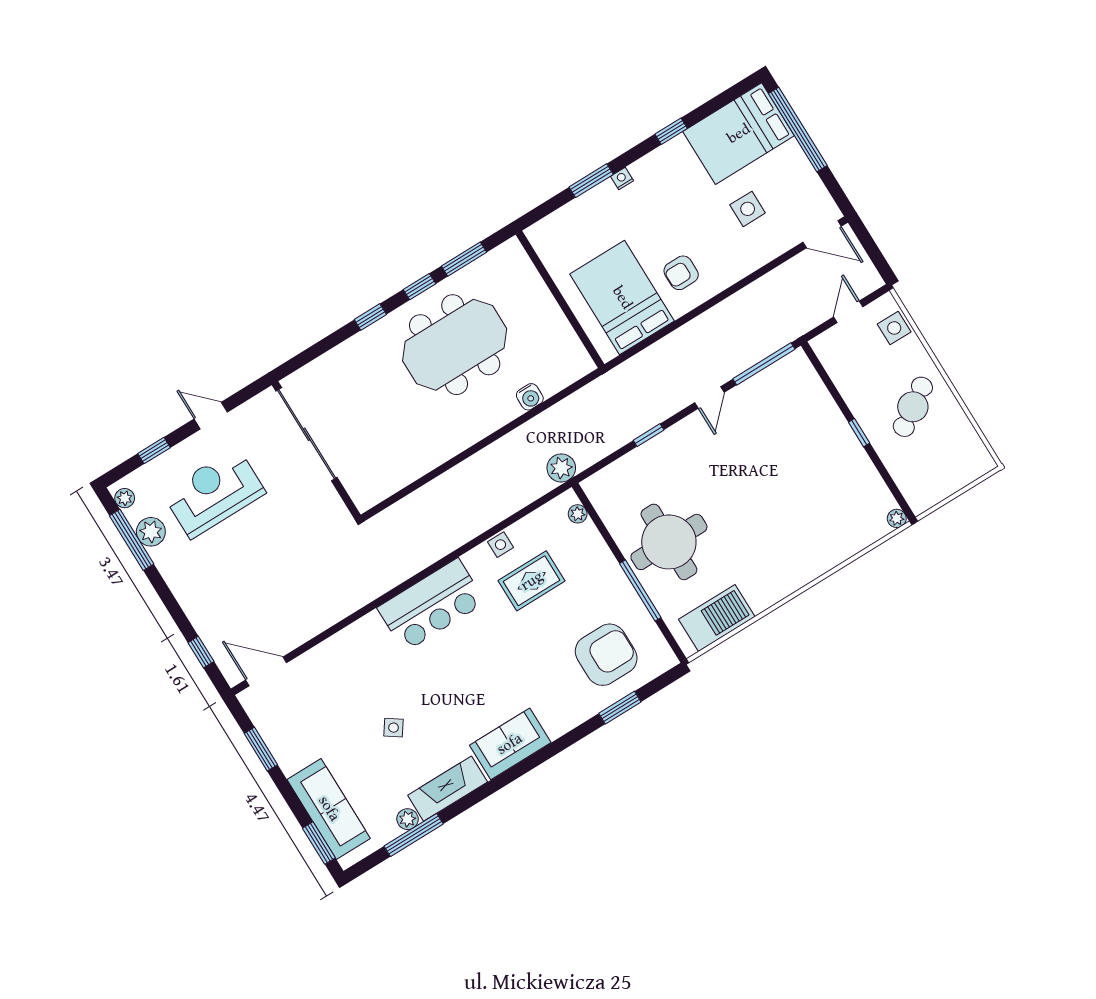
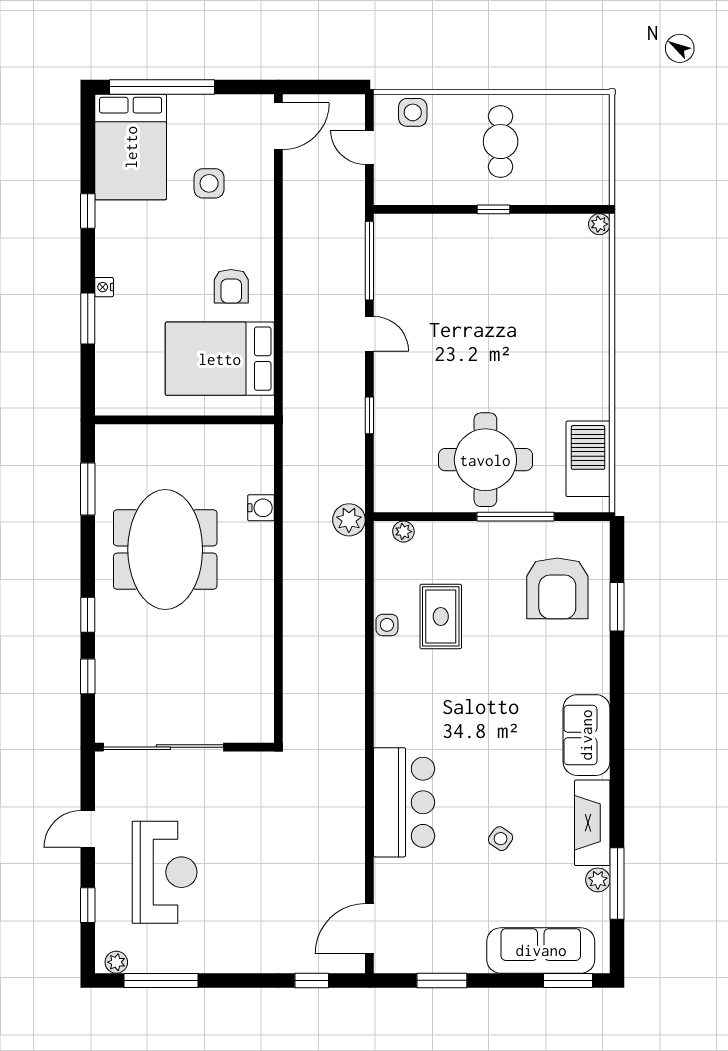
window: (419, 287) -> (88, 676), moved
cafe table: (913, 407) -> (501, 142), turned 34
reception desk: (214, 493) -> (165, 872), turned 180
plant: (151, 532) -> (165, 957), removed
bar counter: (431, 605) -> (404, 802), moved
armchair: (606, 655) -> (557, 588), turned 180

